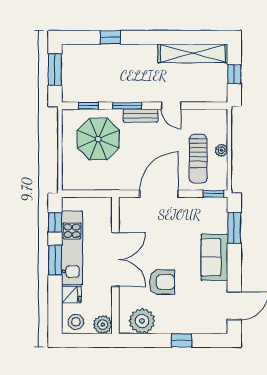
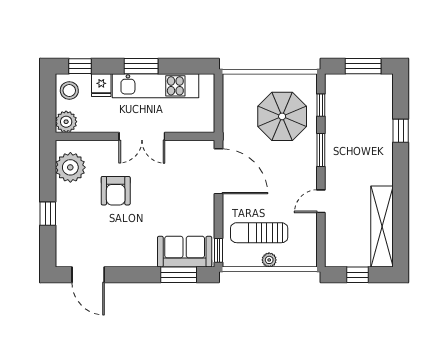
bench: (141, 116) -> (309, 166), removed
door: (159, 194) -> (218, 171), moved
window: (55, 222) -> (80, 66), moved
sofa: (214, 257) -> (185, 252), moved
double door: (115, 260) -> (142, 136), width x0.73

